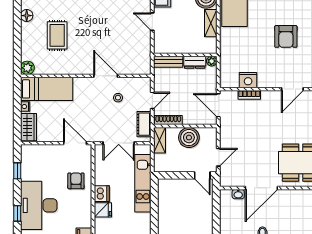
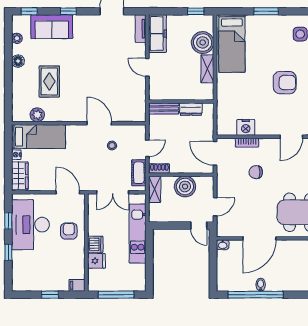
armchair: (286, 36) -> (285, 83), turned -90
plant: (212, 61) -> (208, 108), removed
plant: (27, 68) -> (37, 115), moved
shoe rack: (168, 120) -> (159, 168), width x0.70
chair: (258, 124) -> (256, 172), added
washbasin: (238, 194) -> (223, 245), moved
desk: (39, 205) -> (30, 225), moved
window: (17, 213) -> (8, 252), moved

